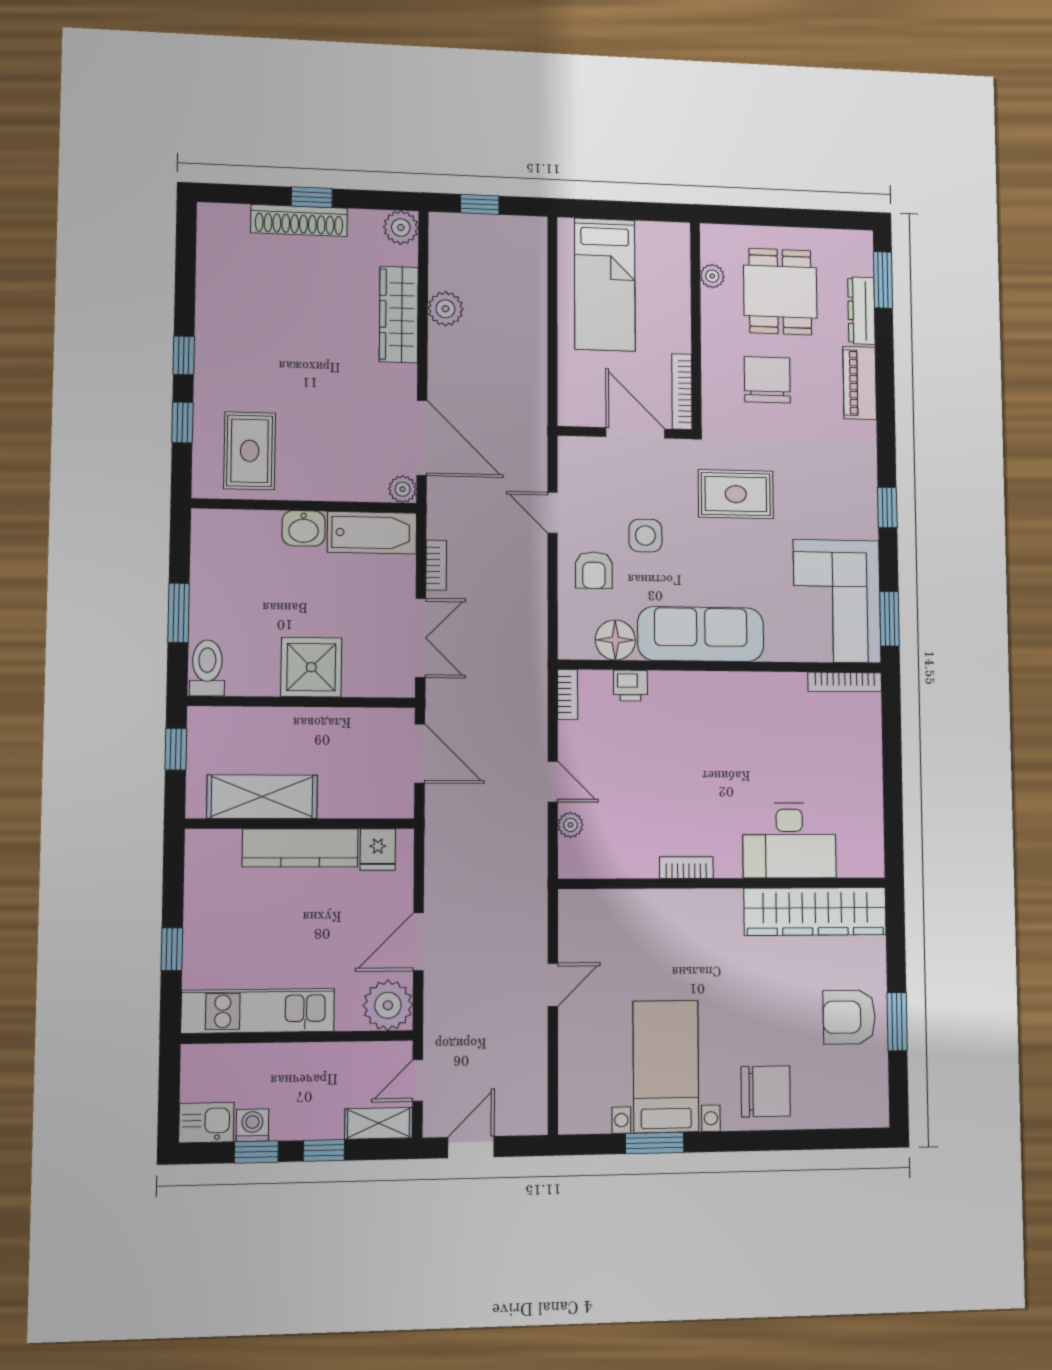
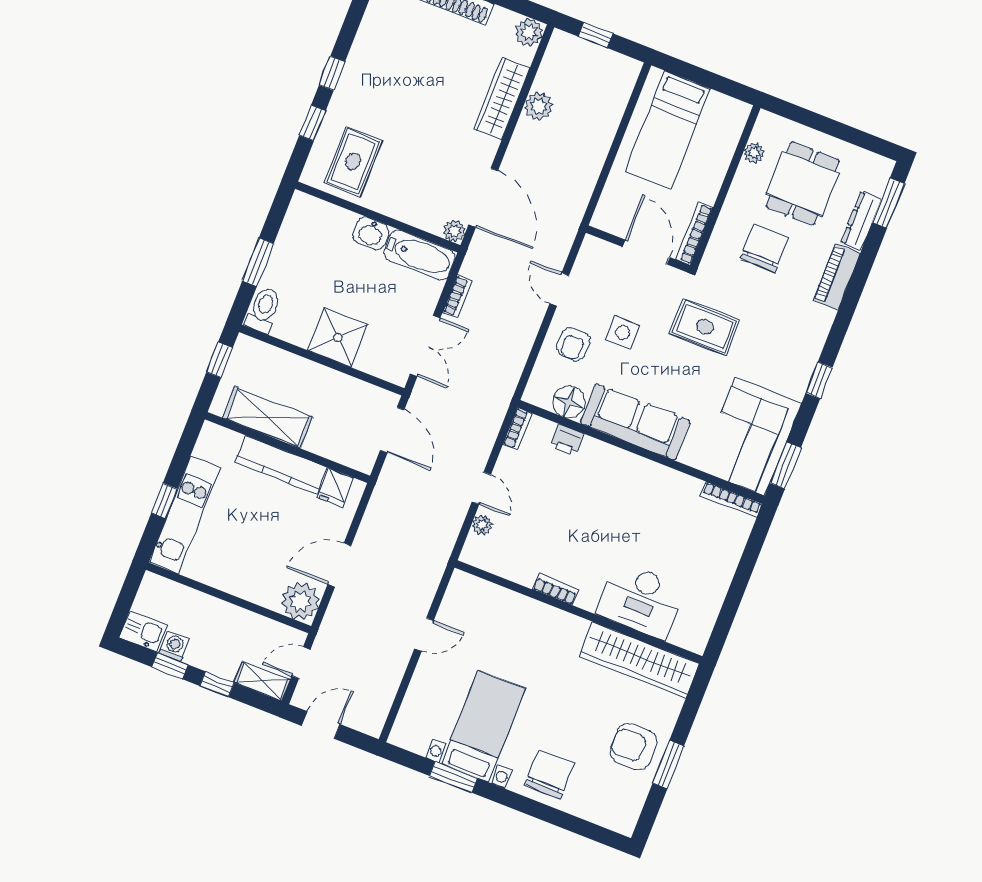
kitchen unit: (258, 1011) -> (185, 515), moved, turned 90
chair: (766, 1091) -> (549, 774), turned -90

